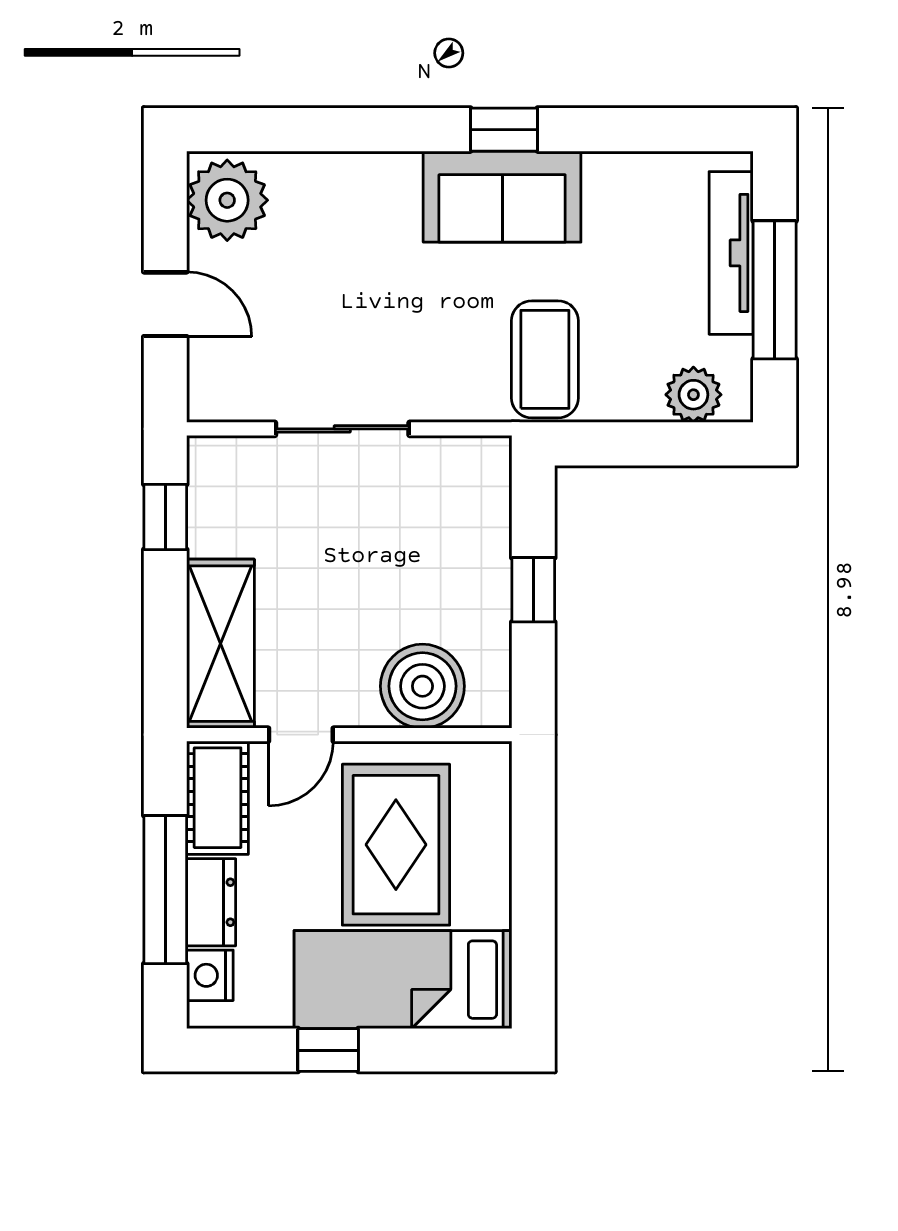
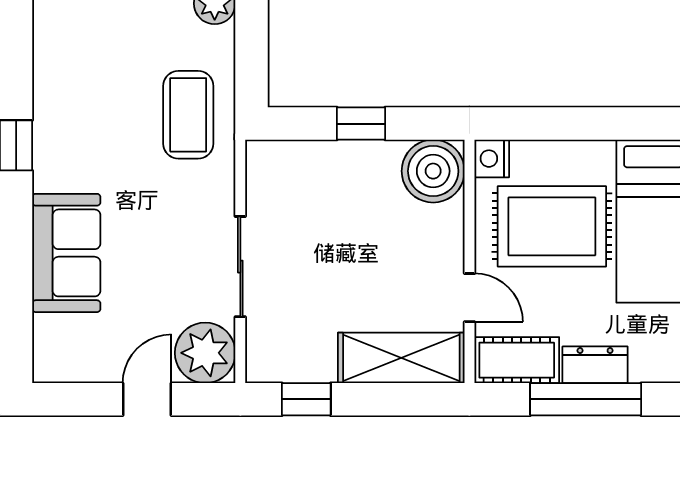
sofa: (502, 197) -> (66, 253), moved
plant: (227, 200) -> (205, 353), moved
coffee table: (545, 359) -> (188, 115), turned 90
boiler: (422, 686) -> (433, 171), moved
nightstand: (210, 975) -> (492, 159), moved, turned 90

